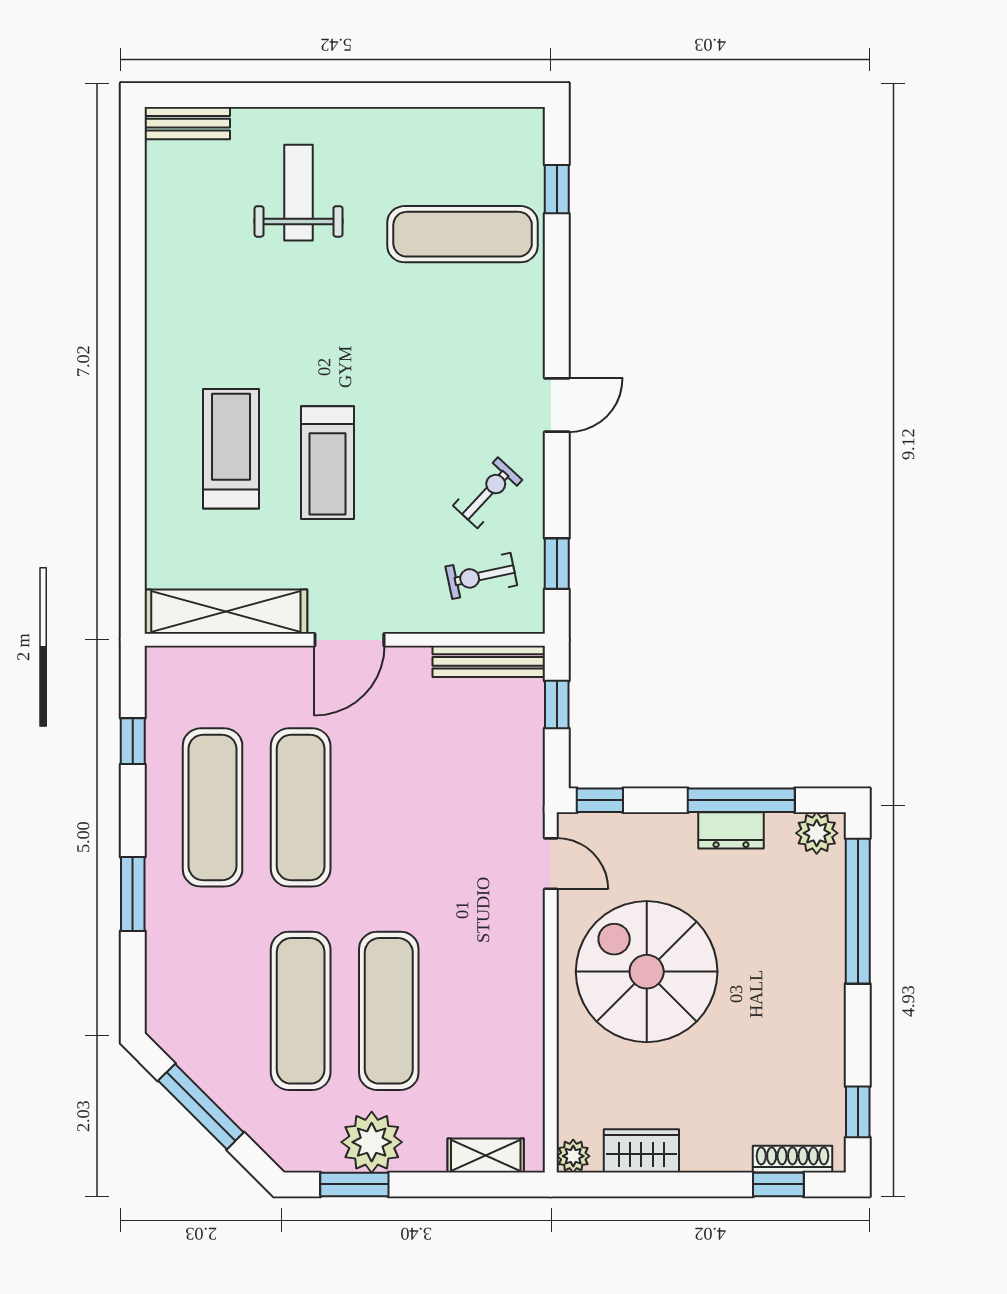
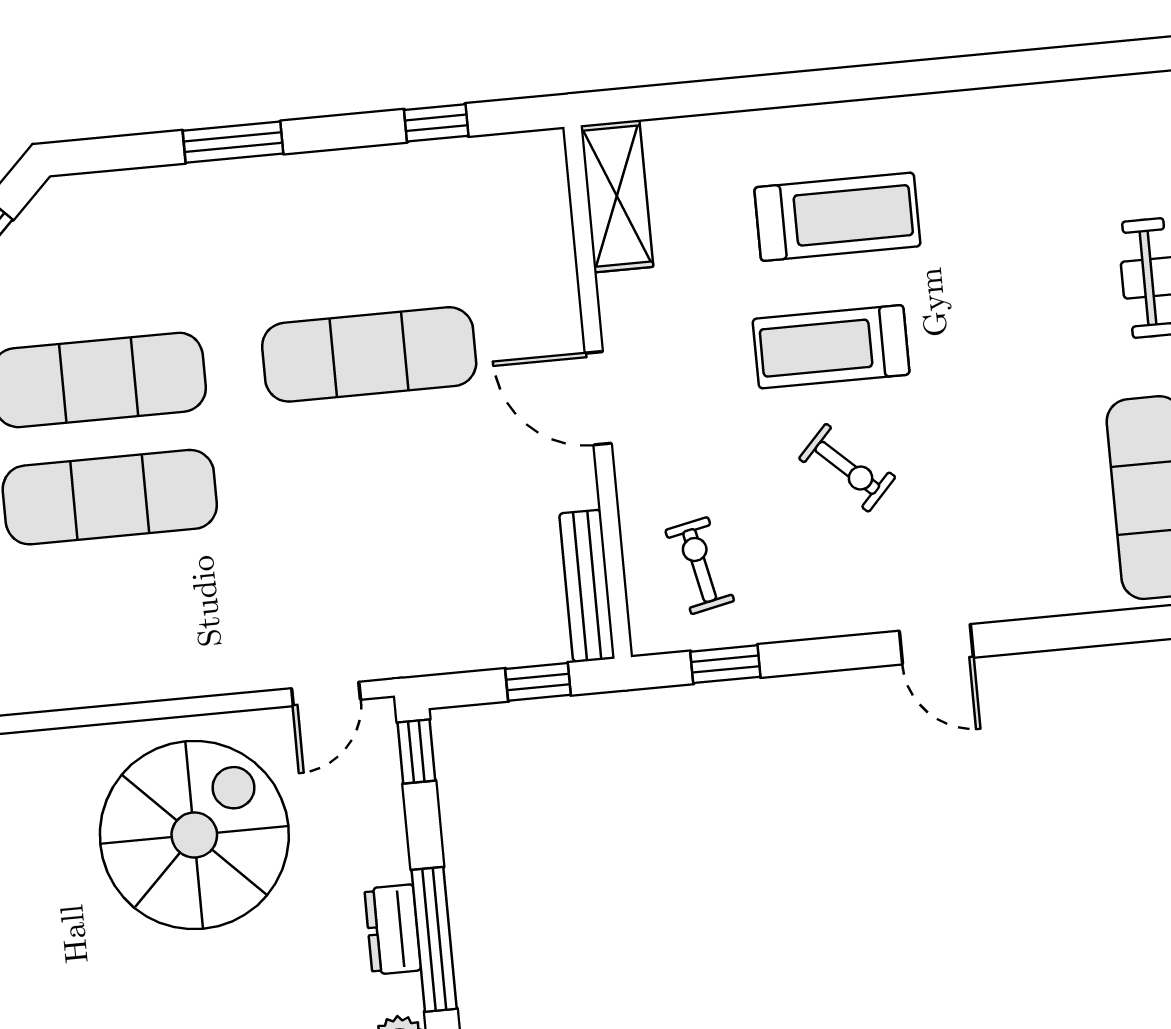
exercise bike: (488, 493) -> (847, 468), moved
shelving: (226, 612) -> (617, 196), width x0.68
exercise mat: (213, 807) -> (358, 237), removed

